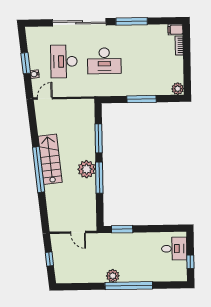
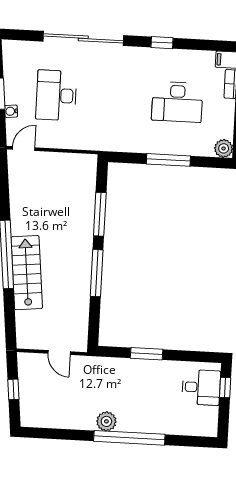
window: (132, 21) -> (162, 43), width x0.46
desk: (104, 61) -> (177, 102), moved
stairs: (50, 159) -> (27, 273), moved
plant: (87, 169) -> (79, 259), removed
window: (122, 229) -> (147, 354), moved
window: (190, 262) -> (225, 388), moved

